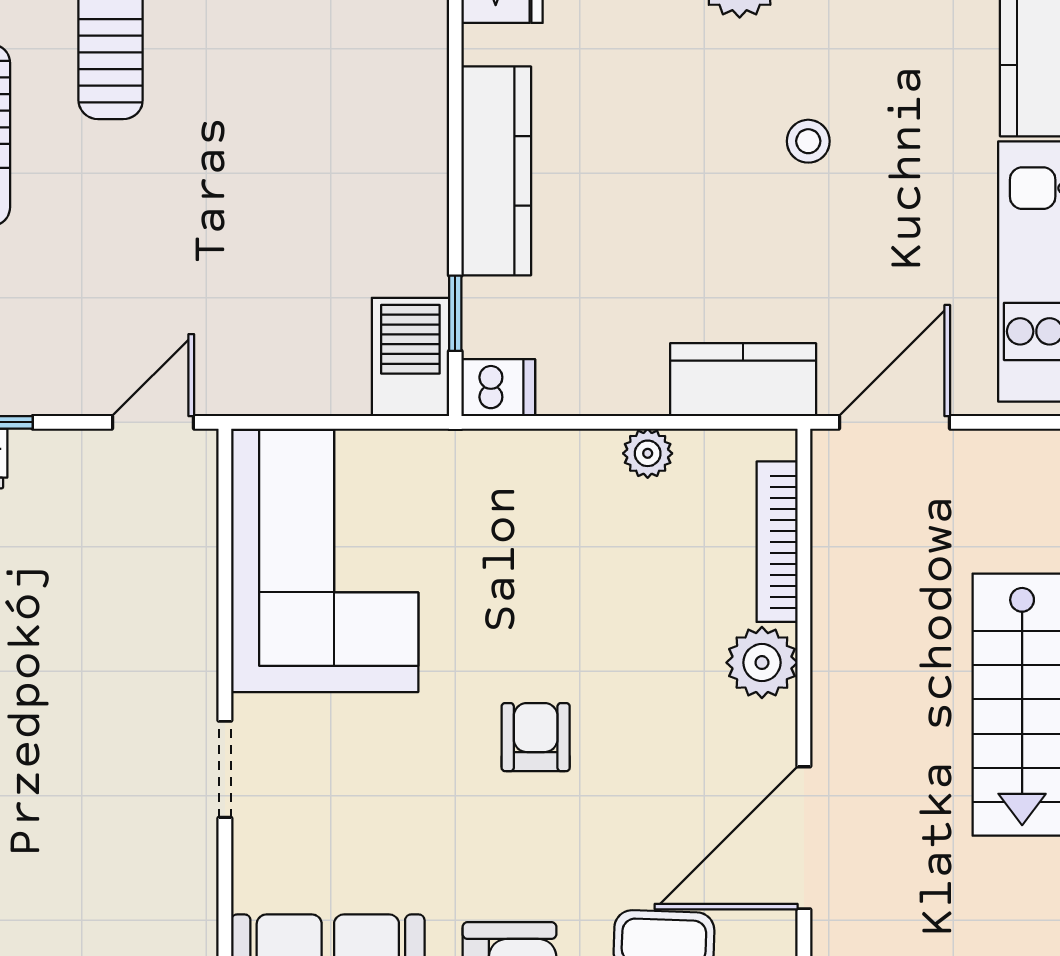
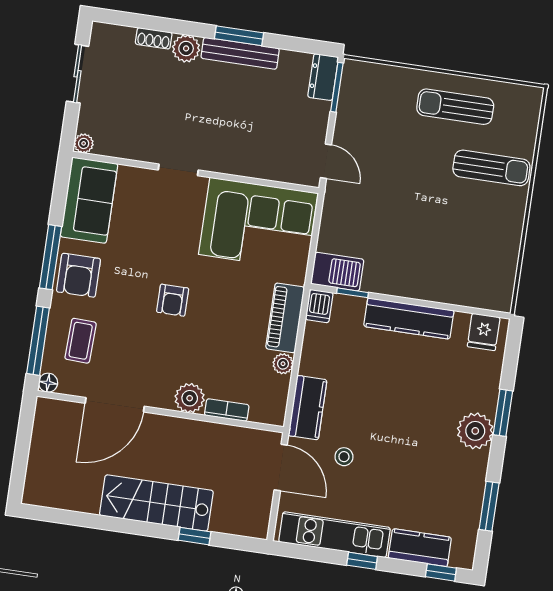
stool: (808, 141) -> (344, 457), moved
piano: (538, 464) -> (285, 318), added
bookcase: (777, 542) -> (227, 410), width x0.64
armchair: (536, 737) -> (173, 300), turned 90
door: (804, 838) -> (115, 405), swing flipped

